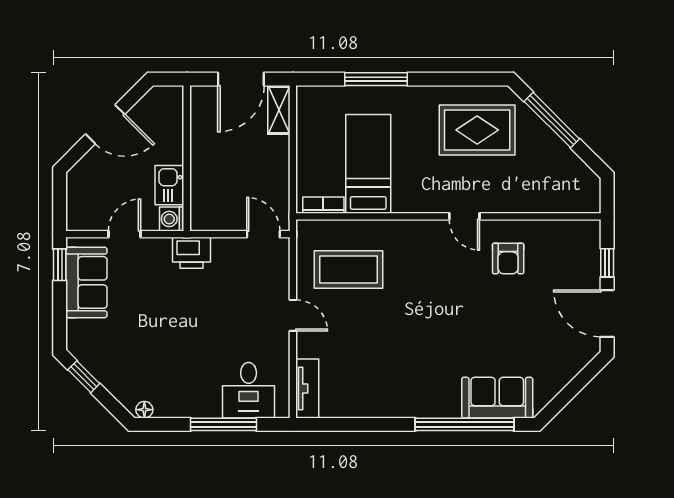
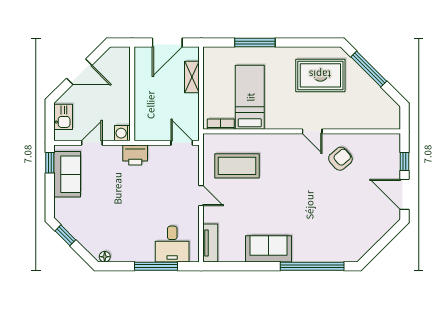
shelving: (279, 110) -> (192, 77), moved
kitchen sink: (169, 185) -> (63, 117), moved, turned 180
armchair: (508, 259) -> (340, 159), turned -131
sofa: (497, 398) -> (269, 249), moved

